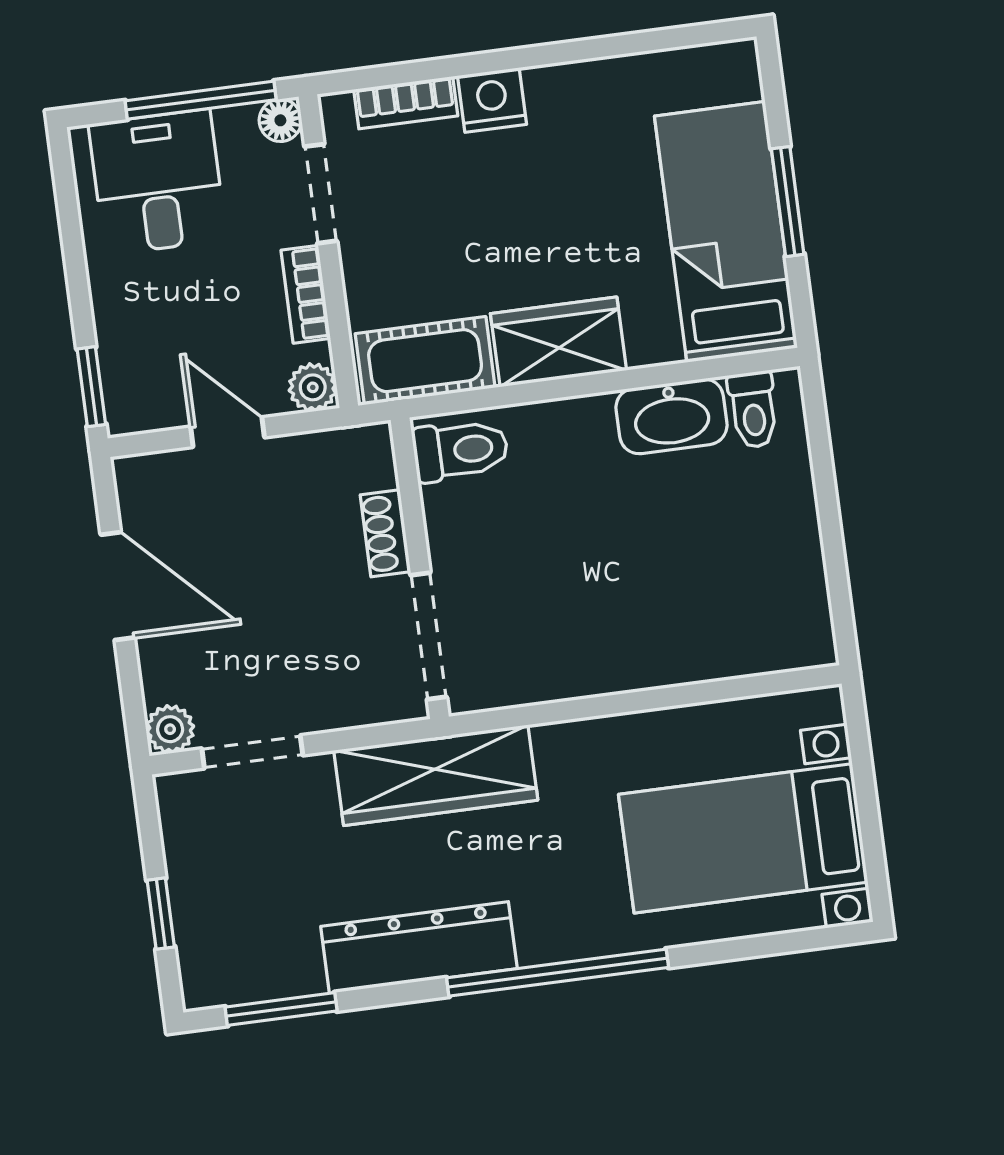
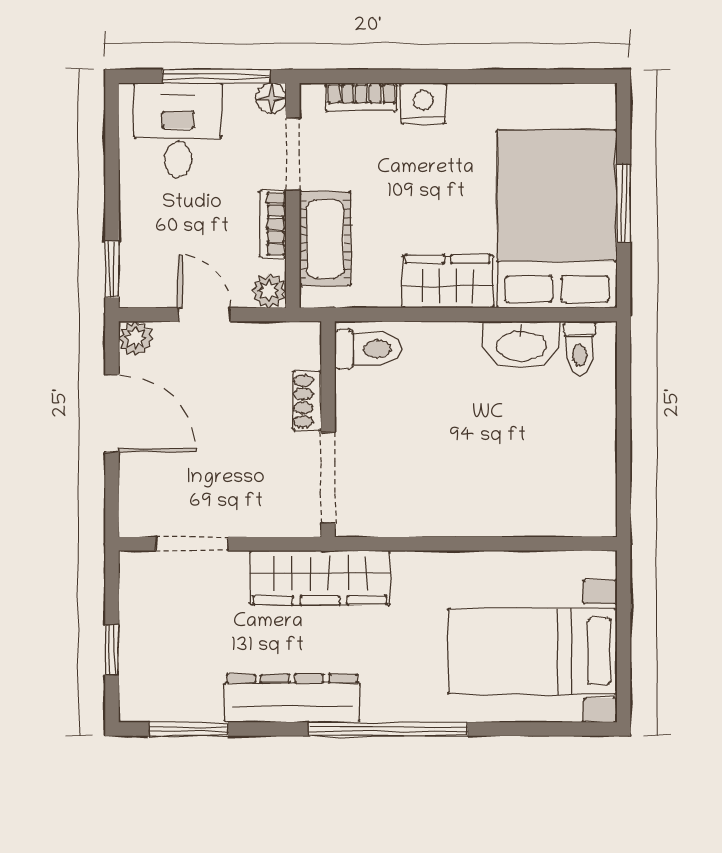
bed: (726, 232) -> (557, 219), width x1.50
cot: (425, 361) -> (325, 239), moved, turned 90
plant: (170, 729) -> (136, 338), moved

